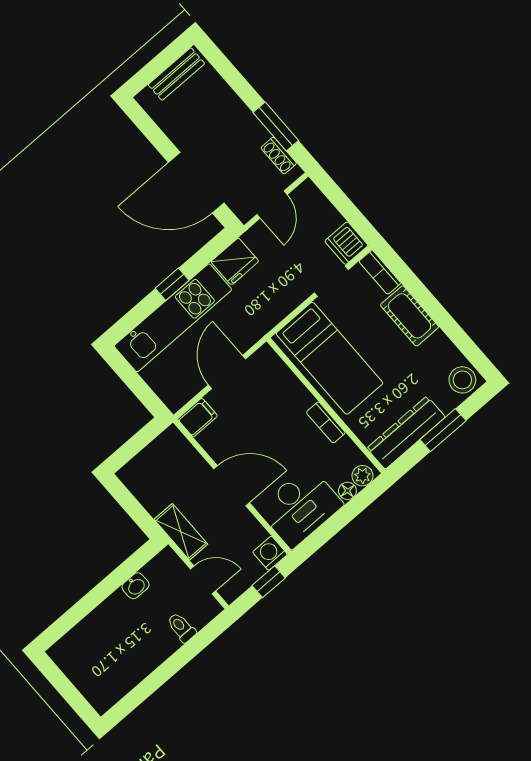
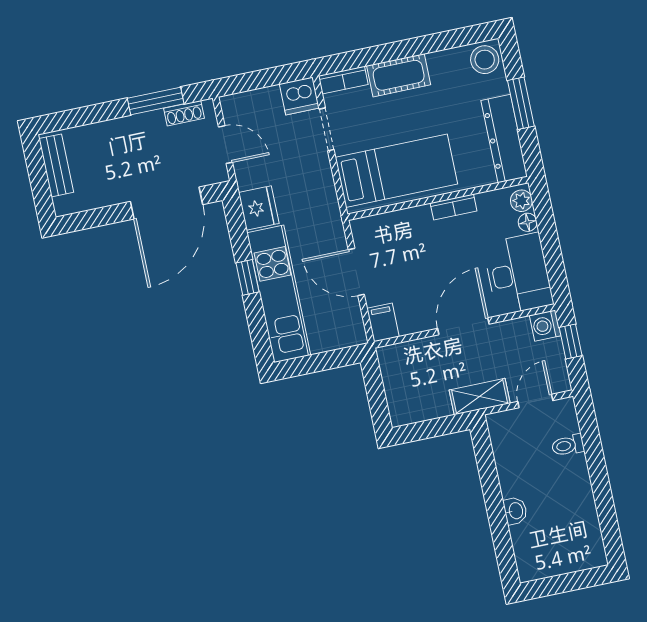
washbasin: (136, 586) -> (515, 511), moved

